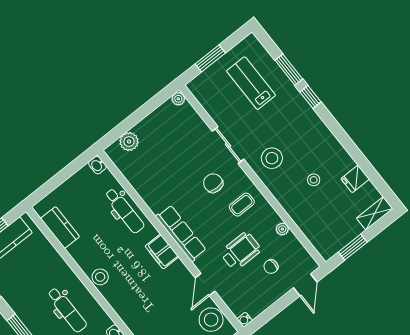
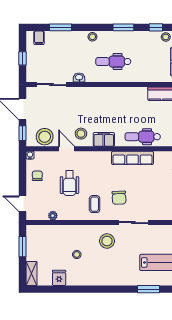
window: (310, 97) -> (124, 289), removed
chair: (213, 183) -> (119, 198), turned 87
plant: (282, 229) -> (53, 216), moved
row of seats: (181, 233) -> (132, 158), moved
chair: (271, 267) -> (37, 176), moved
stool: (100, 277) -> (81, 134), moved

